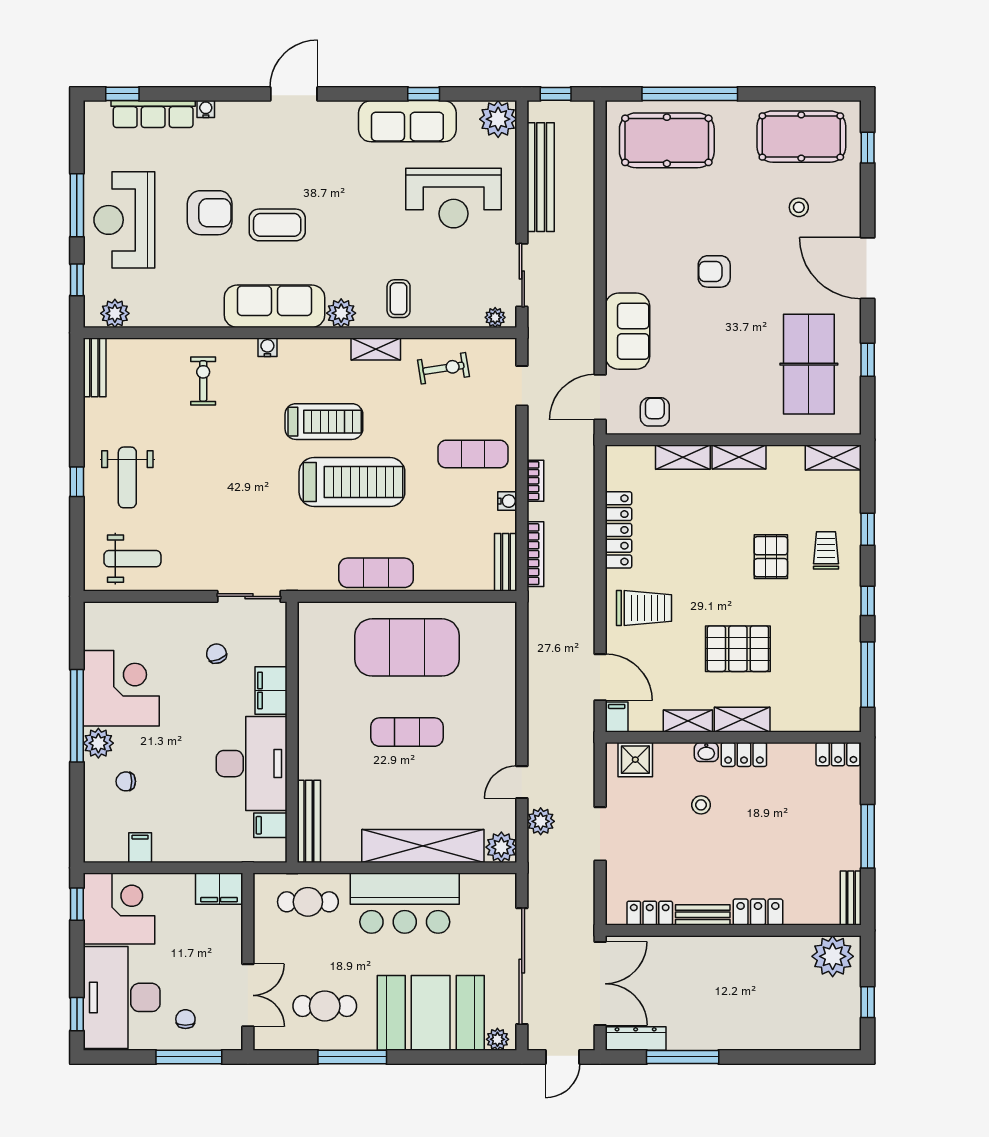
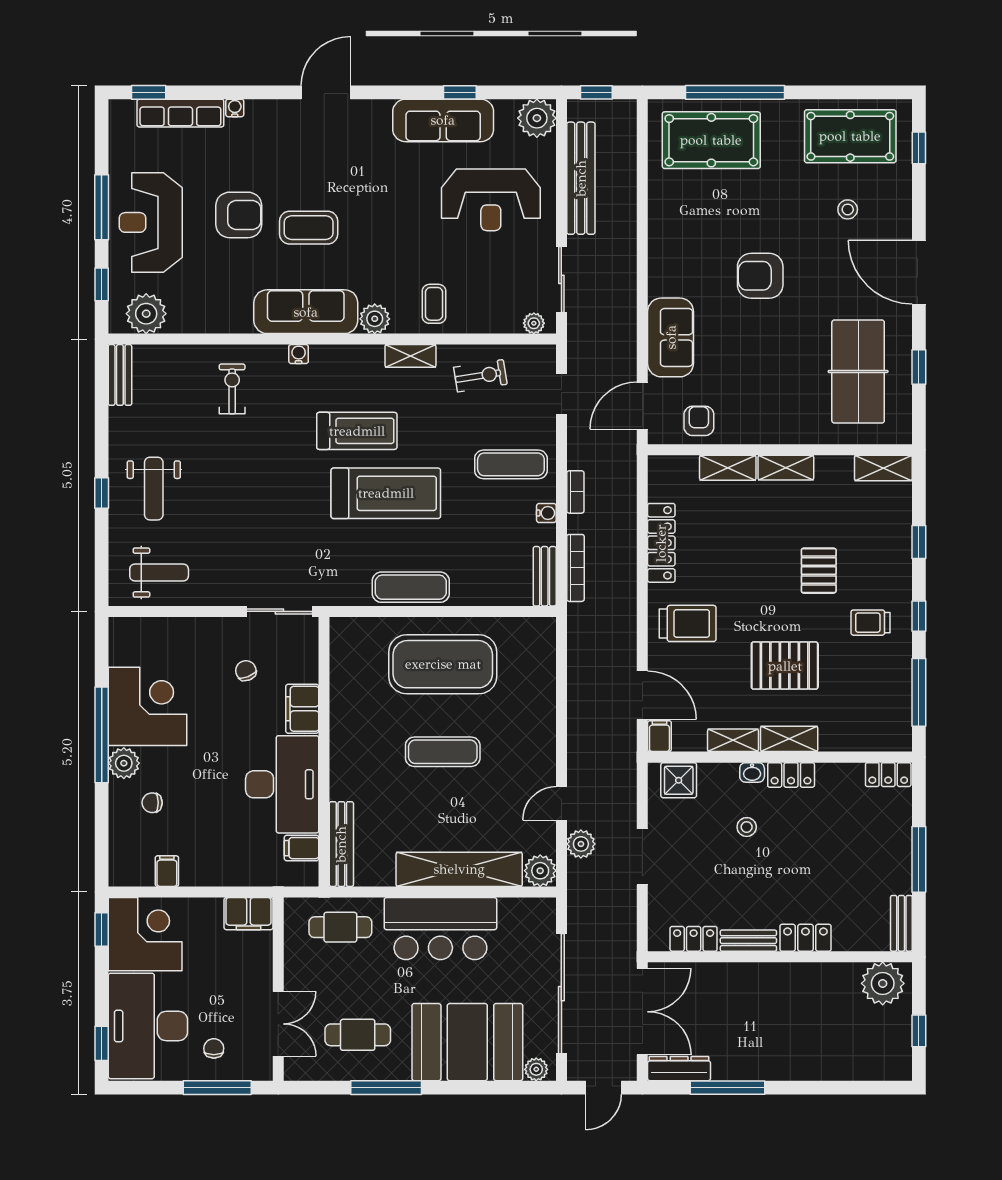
armchair: (714, 271) -> (760, 276), width x1.38, depth x1.38
plant: (115, 313) -> (146, 314), width x1.36, depth x1.36
trolley: (826, 550) -> (870, 623), moved, turned -90

